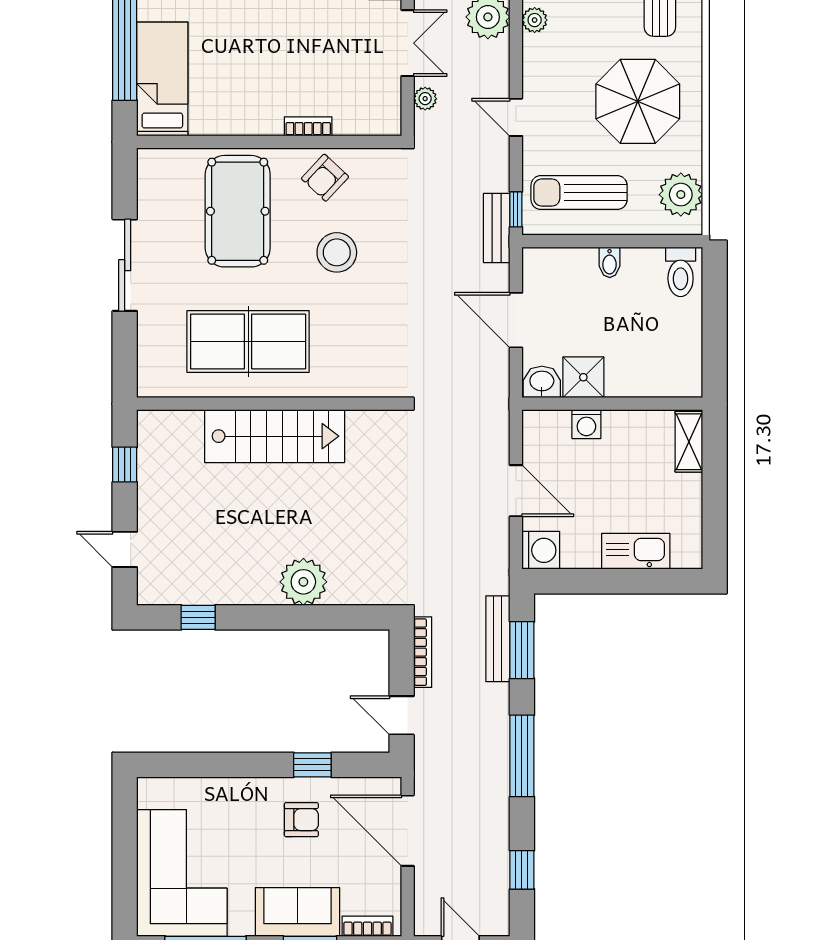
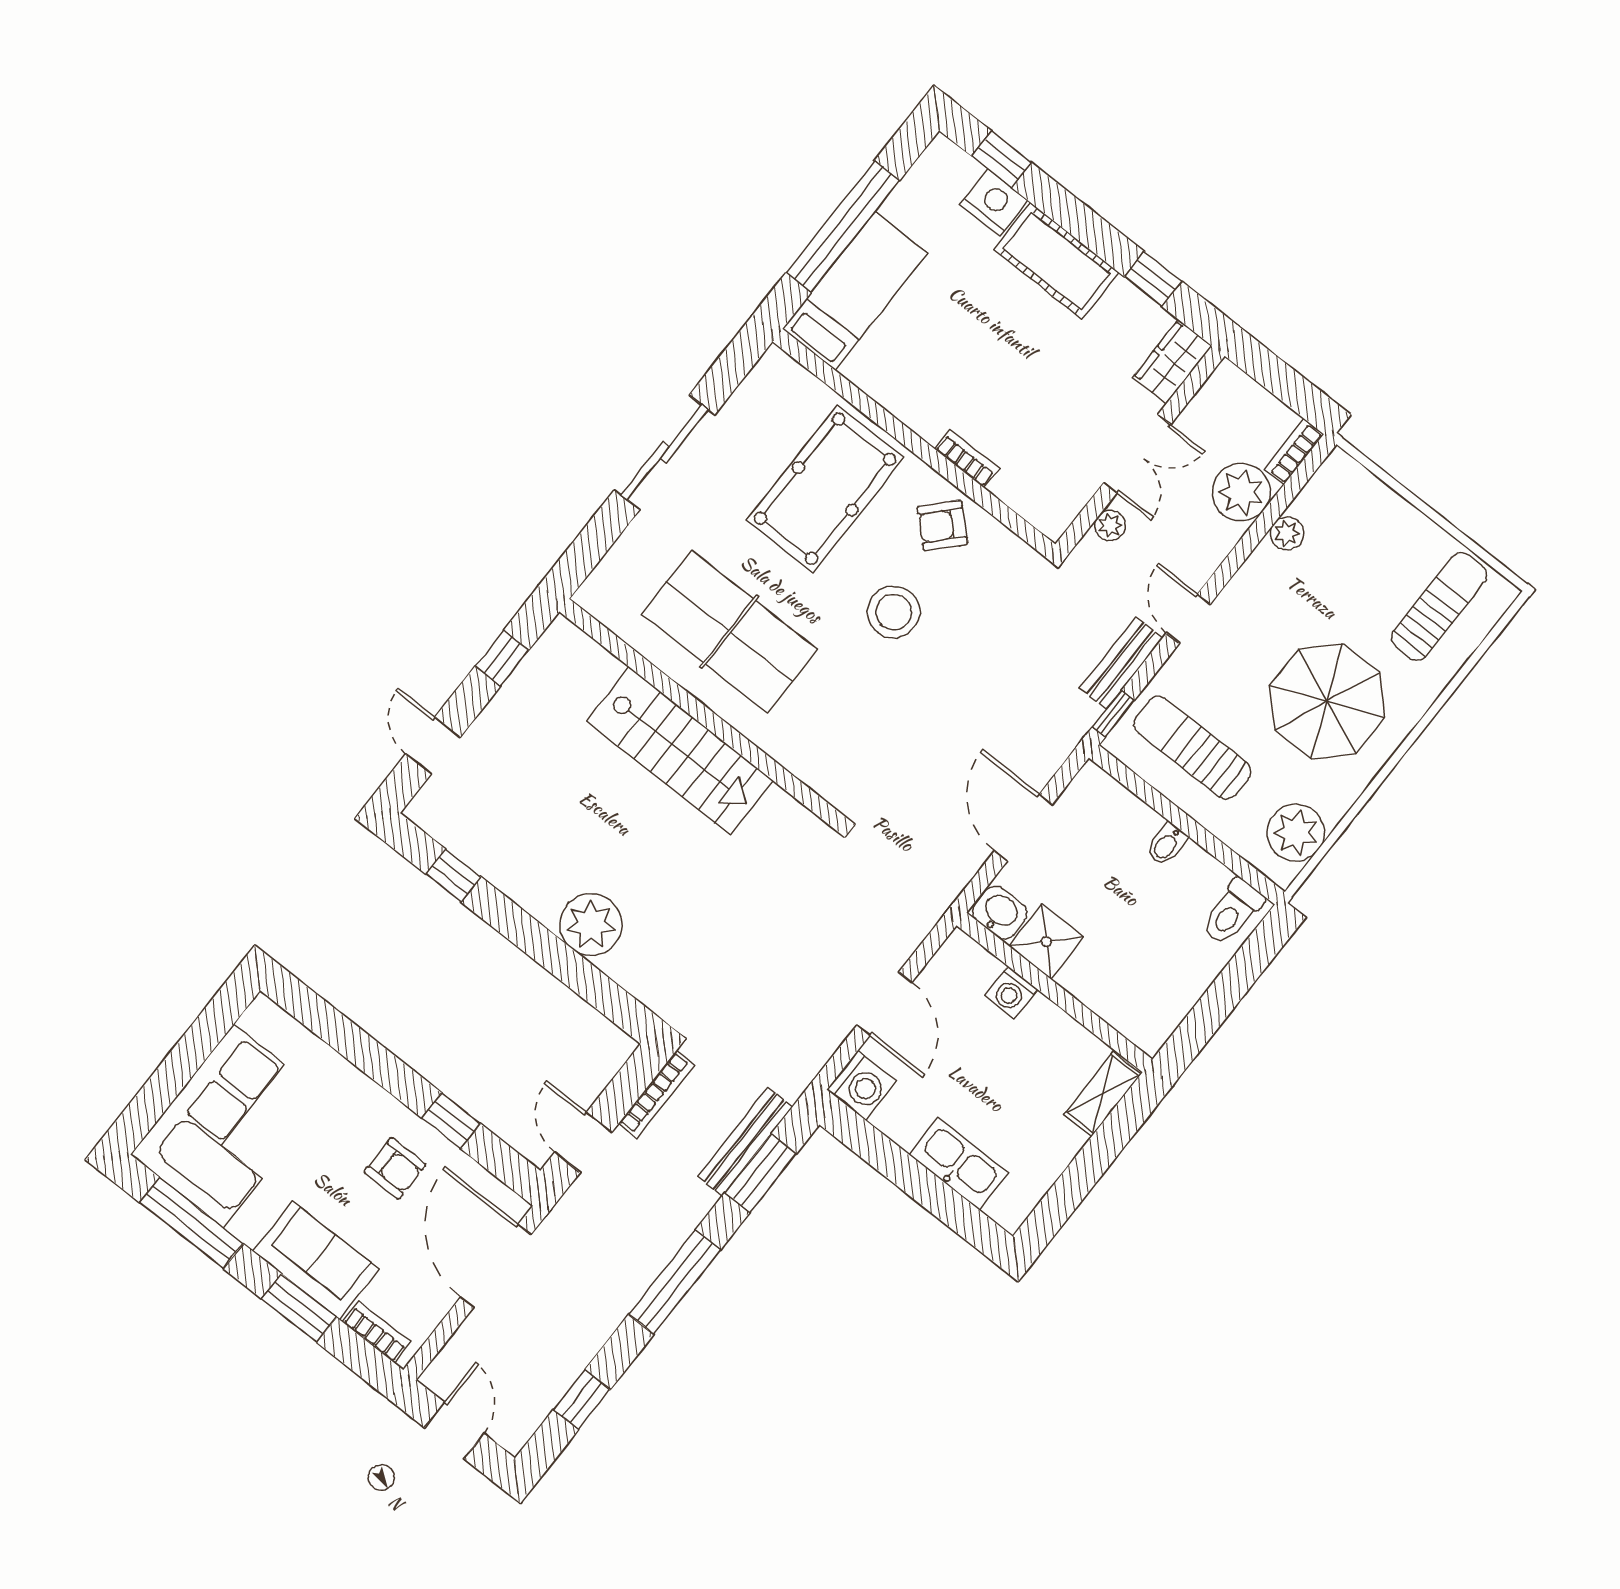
bench: (497, 228) -> (1121, 663), moved

